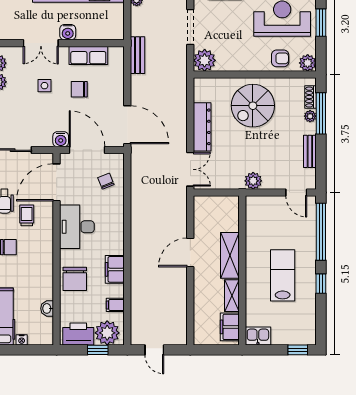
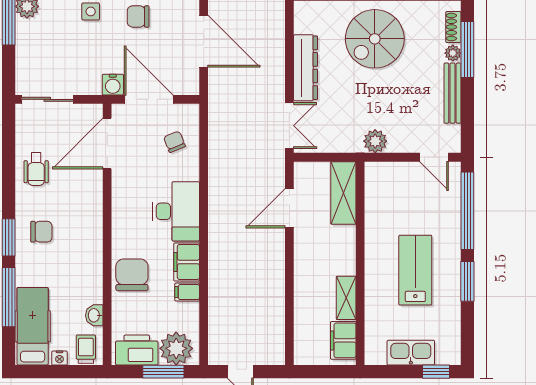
door: (127, 125) -> (204, 41), moved
bench: (310, 151) -> (452, 93), width x1.36
trolley: (27, 215) -> (86, 349), moved
desk: (77, 227) -> (176, 211), moved, turned 180
door: (190, 253) -> (289, 208), moved
shelving: (230, 255) -> (343, 193), moved
chair: (75, 279) -> (132, 275), turned 180
window: (321, 284) -> (467, 281), width x1.50
filing cabinet: (115, 305) -> (187, 292), moved
kitchen sink: (258, 336) -> (411, 353), moved, width x1.38
window: (98, 350) -> (163, 372), width x1.50

